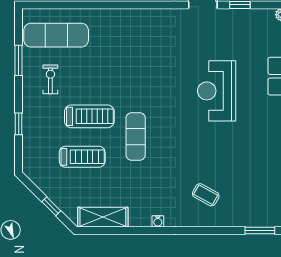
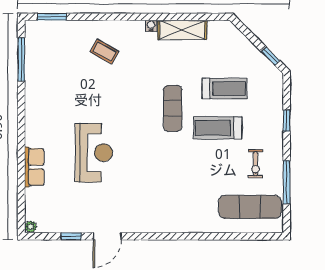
window: (19, 60) -> (287, 182), width x1.44
treadmill: (82, 157) -> (225, 89), turned 180
window: (51, 206) -> (271, 56), moved
shelving: (103, 217) -> (182, 30), moved

